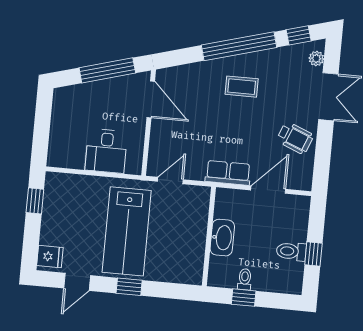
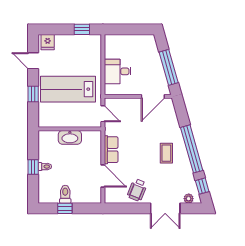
wall: (209, 236) -> (70, 129), moved
washbasin: (222, 238) -> (70, 137), moved

